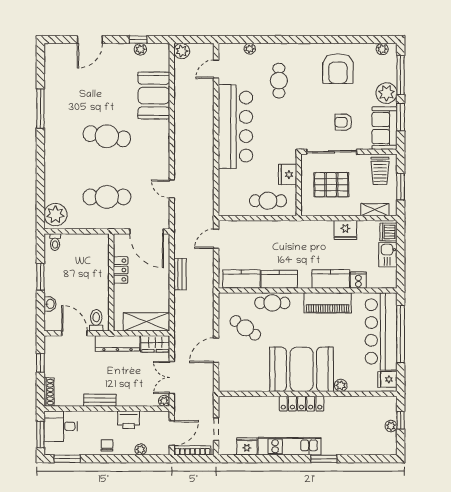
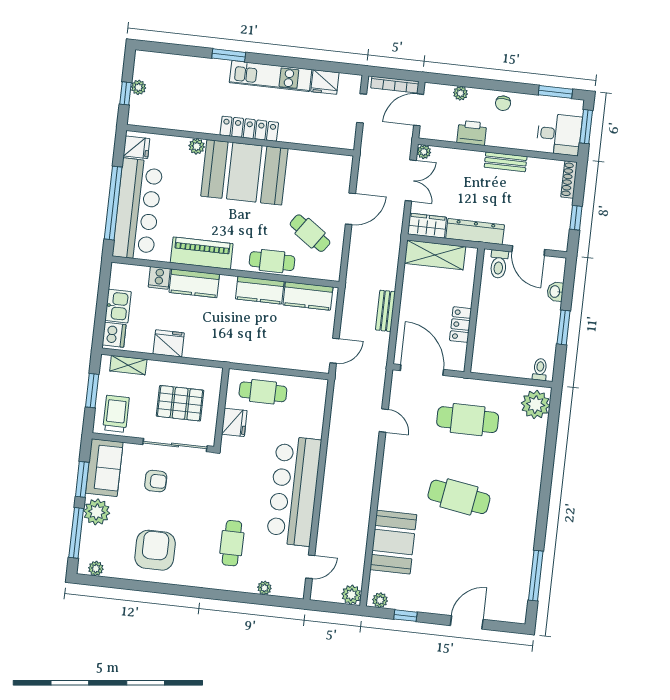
plant: (140, 49) -> (380, 600), moved
window: (40, 109) -> (536, 576), moved

